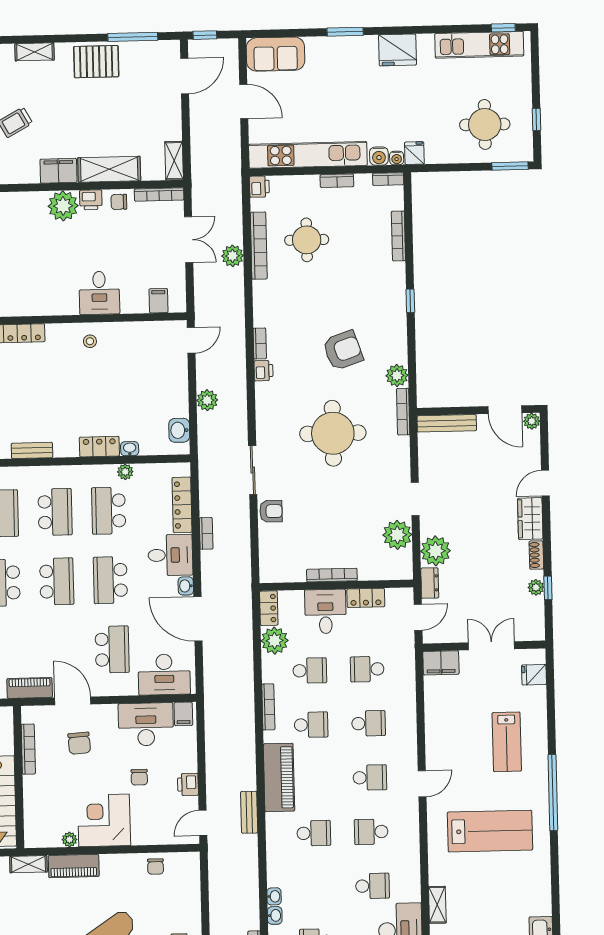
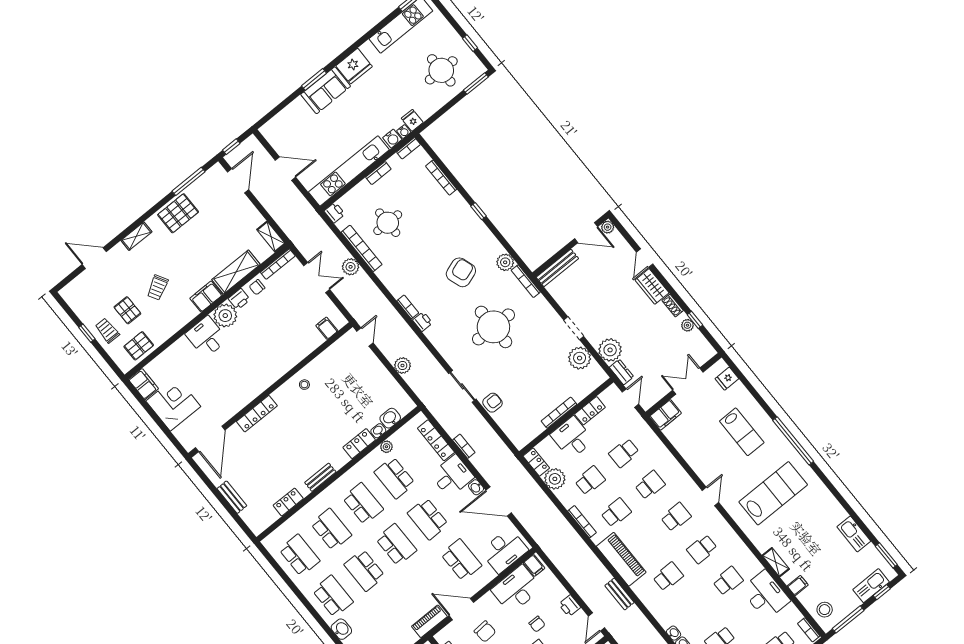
sofa: (276, 54) -> (326, 90), moved
desk: (99, 293) -> (206, 337), moved, turned 180
washbasin: (179, 430) -> (390, 418), moved, turned 90

